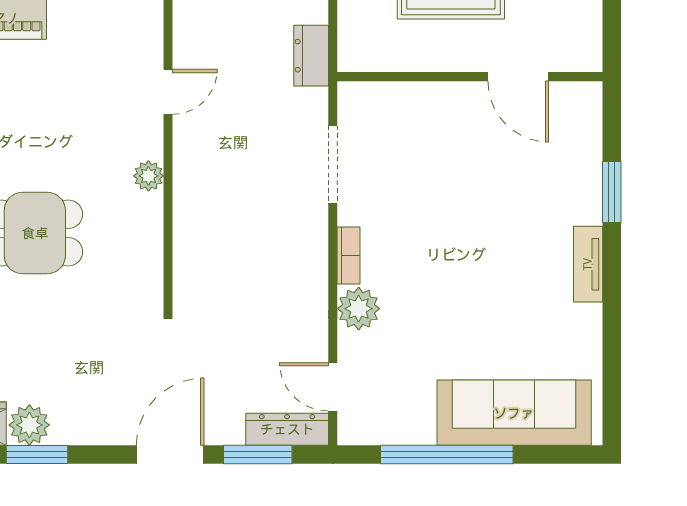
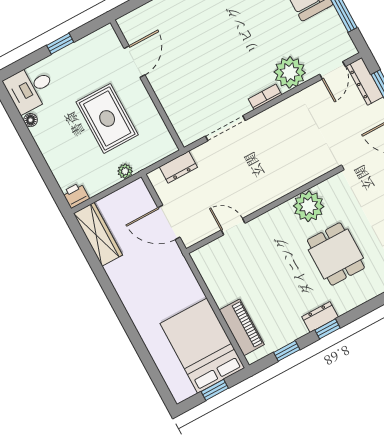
plant: (148, 176) -> (309, 206), moved, width x1.87, depth x1.87
plant: (359, 309) -> (290, 72), width x1.36, depth x1.36

